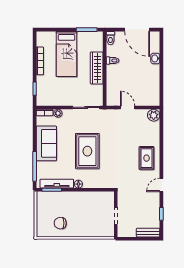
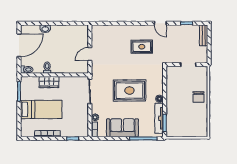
wardrobe: (97, 68) -> (49, 82), width x0.67
plant: (154, 115) -> (97, 30), removed
rug: (147, 158) -> (142, 47), moved
chair: (60, 223) -> (198, 97), moved

